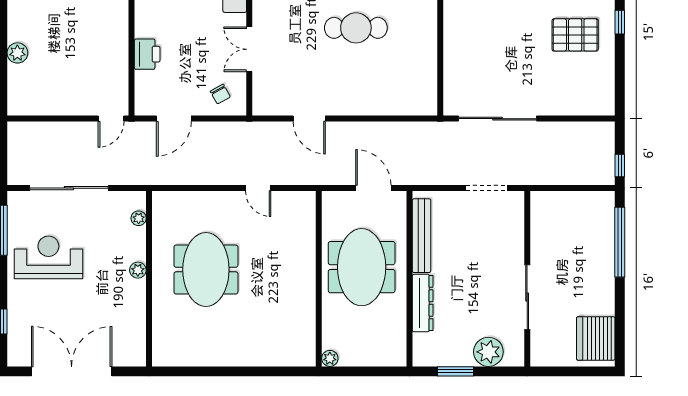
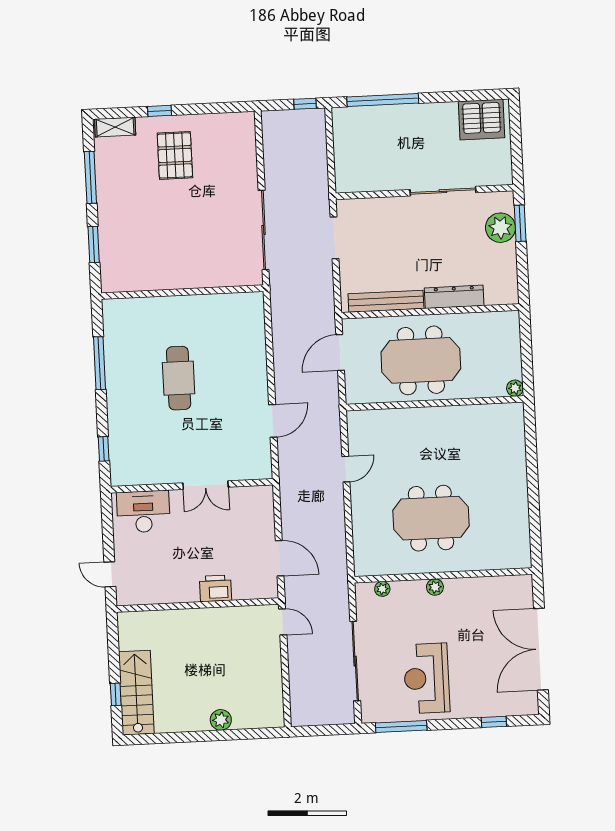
chair: (220, 94) -> (252, 512), removed
window: (455, 371) -> (520, 223), moved

